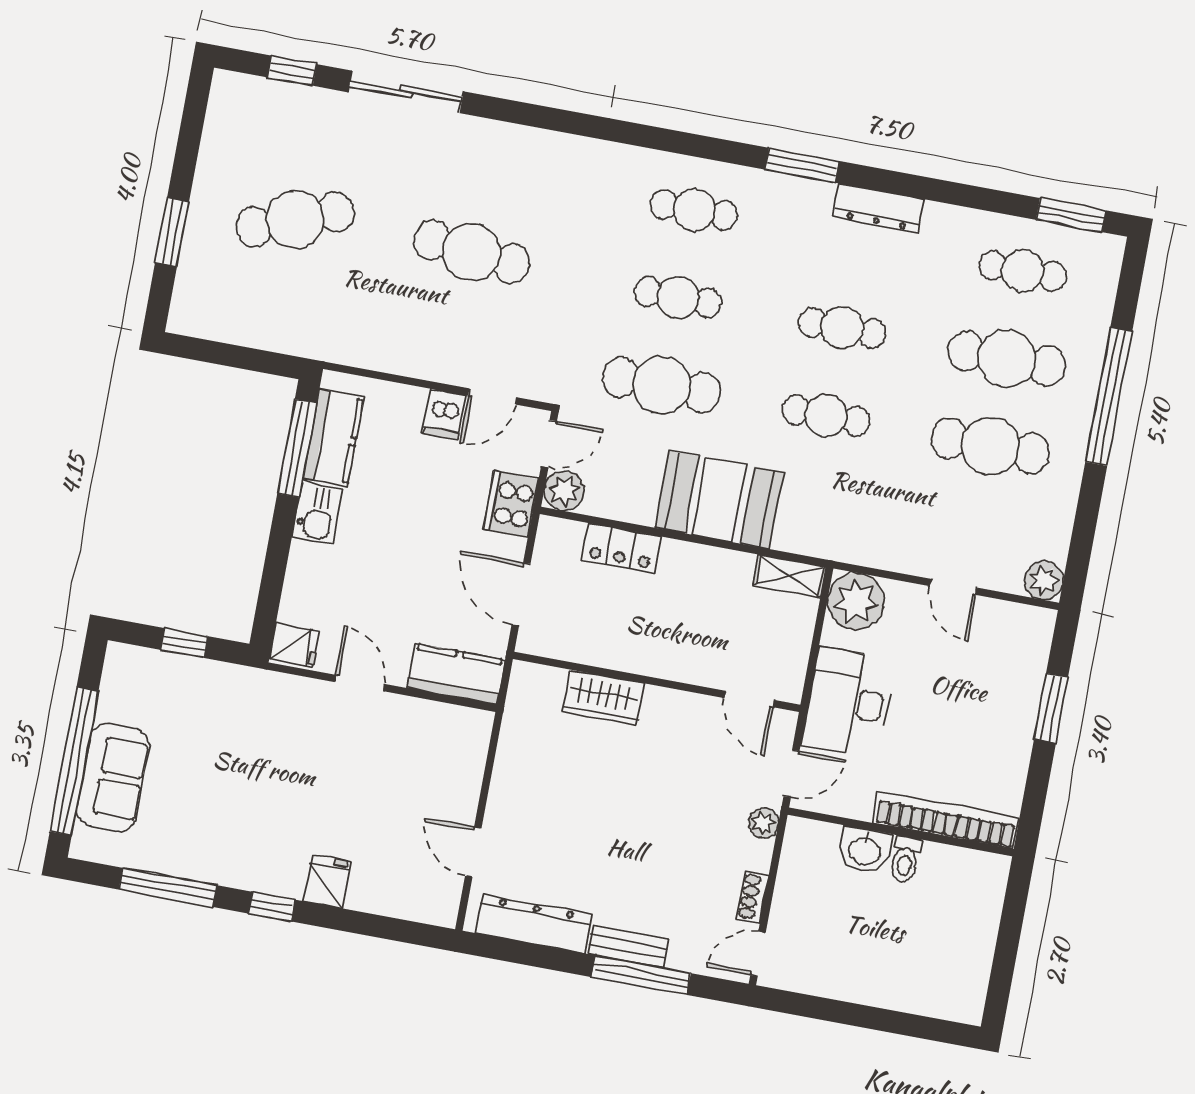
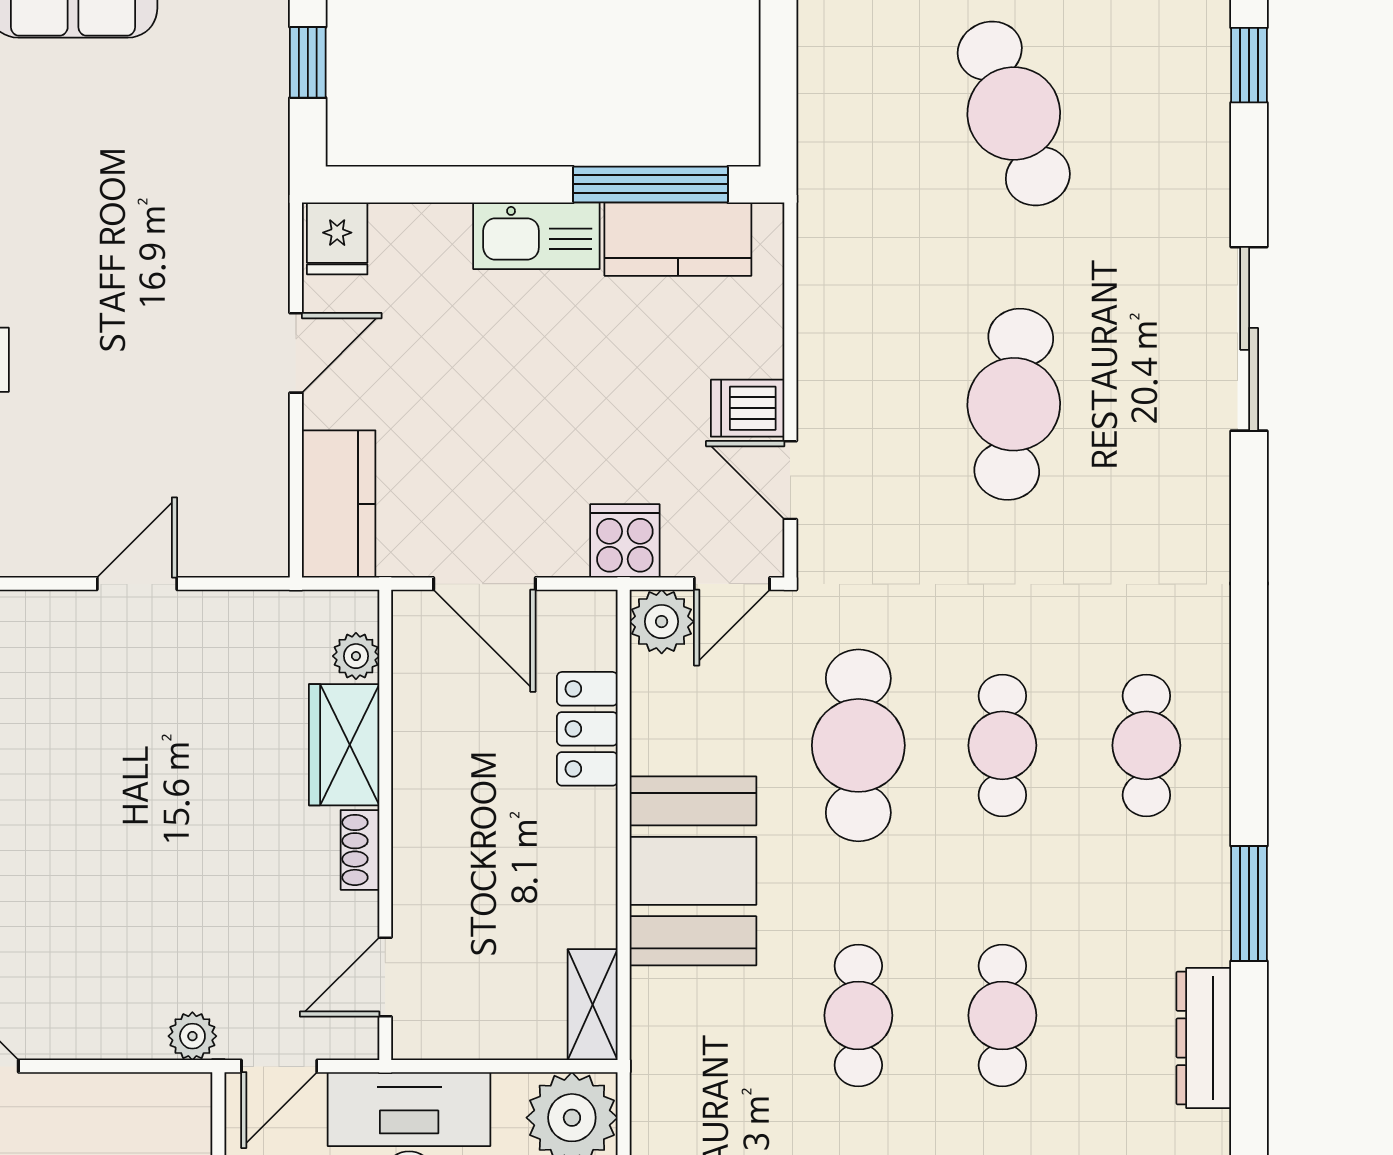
sliding door: (406, 92) -> (1249, 339), moved
door: (549, 444) -> (732, 584), hinge flipped
cooker: (511, 504) -> (625, 541), width x0.73
kitchen sink: (317, 513) -> (536, 236), width x1.38
door: (521, 594) -> (484, 584), swing flipped
plant: (551, 681) -> (356, 656), added
door: (791, 774) -> (279, 1066), hinge flipped
door: (473, 852) -> (137, 584), moved
shoe rack: (753, 897) -> (360, 850), moved, turned -90

